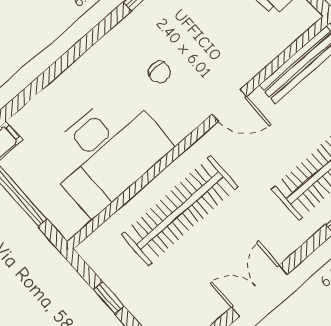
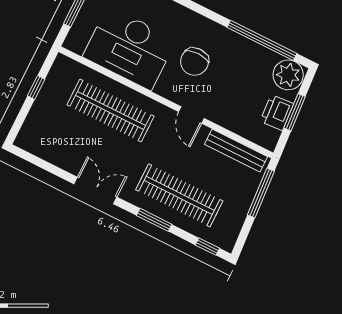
chair: (160, 72) -> (194, 62), width x1.87, depth x1.87
double door: (259, 291) -> (95, 190), moved

